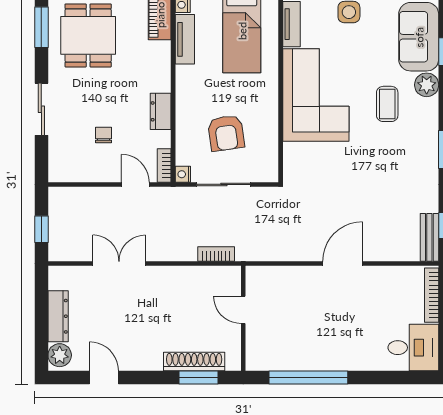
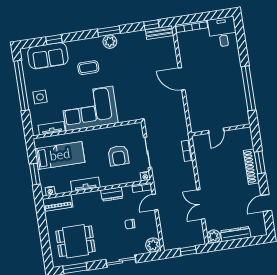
tv unit: (185, 39) -> (85, 184), moved
plant: (427, 85) -> (110, 42), moved
armchair: (226, 133) -> (118, 156), turned 98
plant: (61, 169) -> (153, 245), added
plant: (60, 355) -> (214, 236), moved
shoe rack: (194, 362) -> (251, 167), moved
window: (198, 378) -> (260, 162), moved

